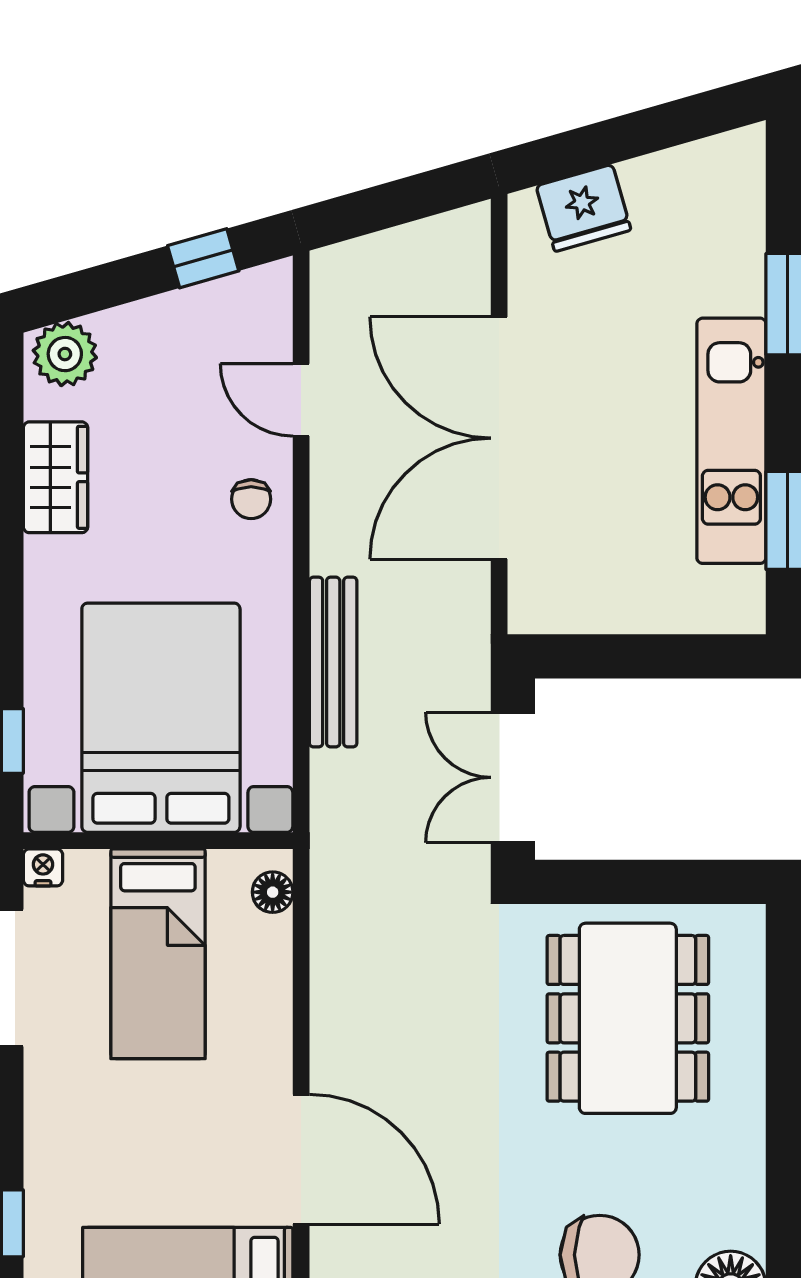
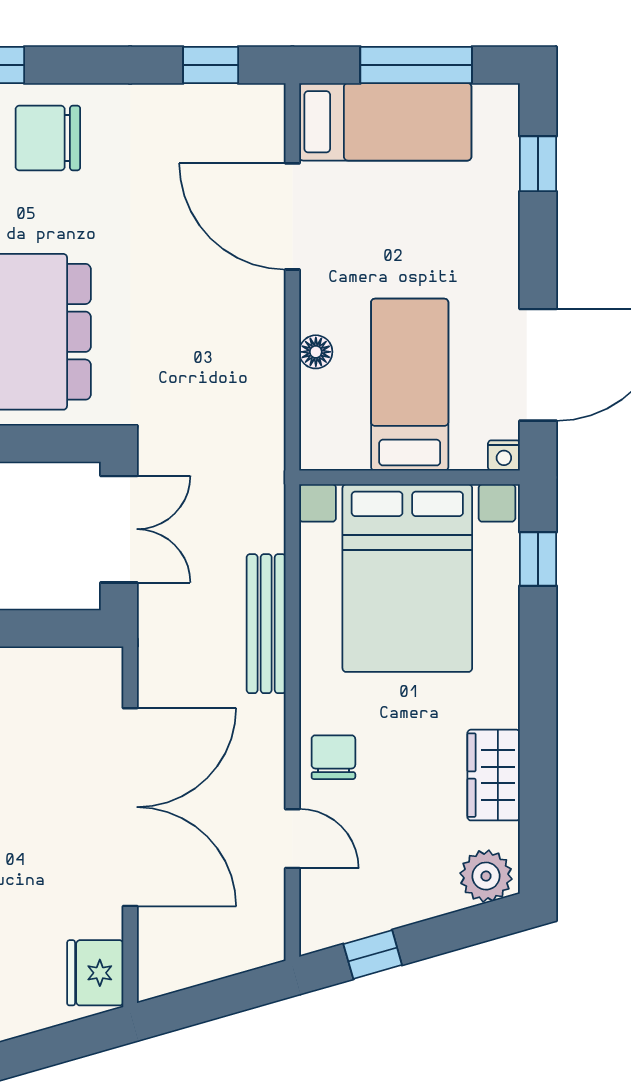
fridge: (584, 208) -> (95, 973), moved, turned -74
chair: (251, 499) -> (333, 757), width x1.37, depth x1.37
floor lamp: (273, 892) -> (316, 352), moved

